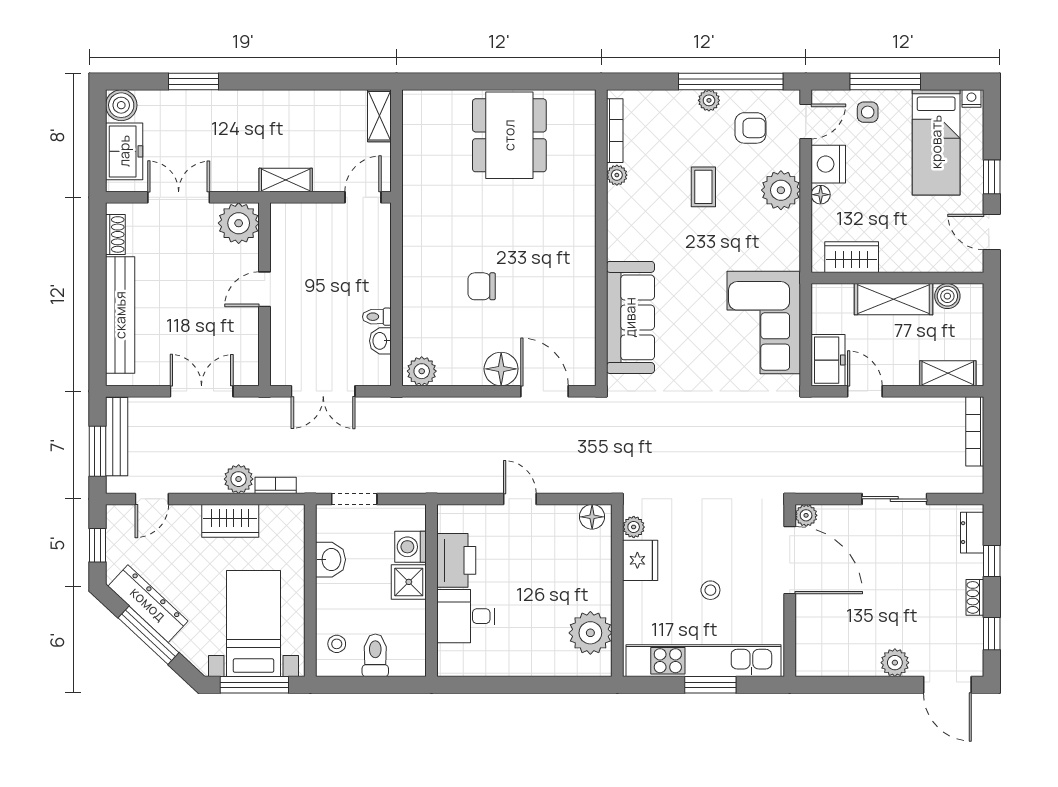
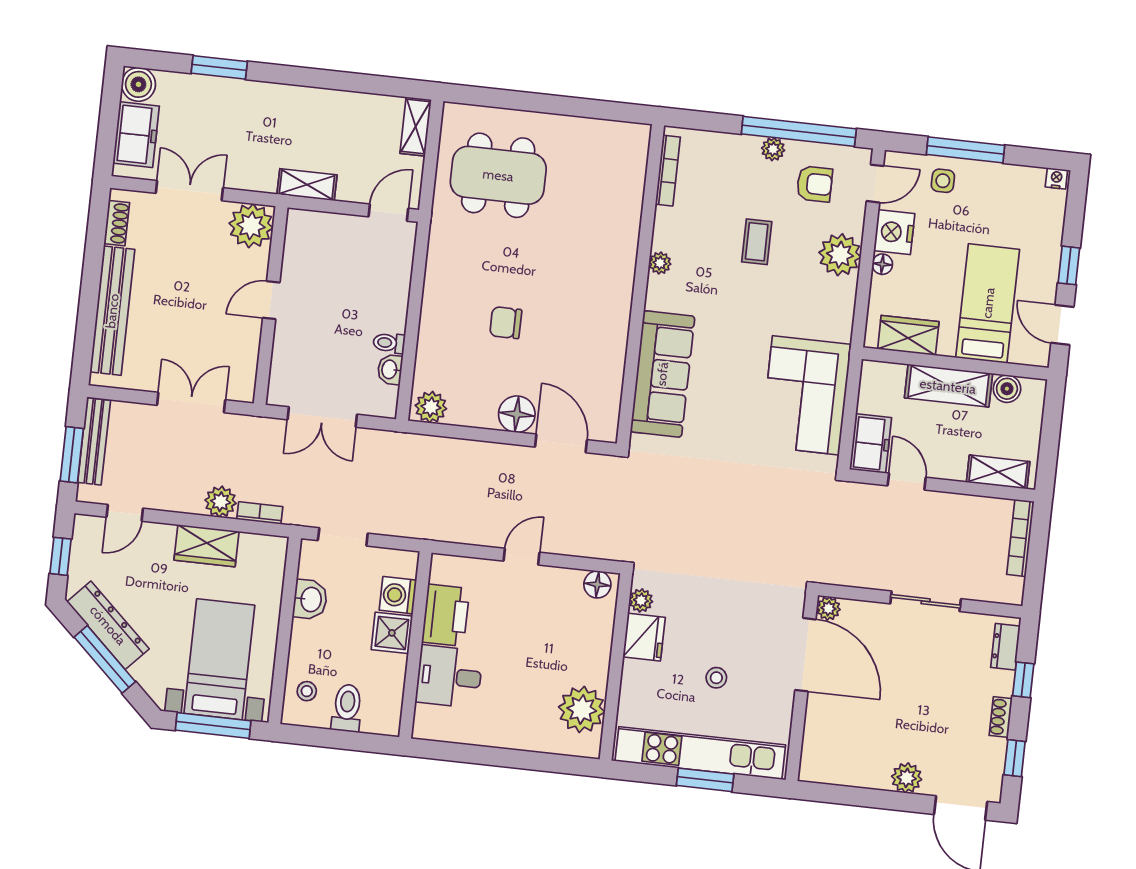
dining table: (509, 135) -> (498, 175), moved, turned 90
bed: (936, 142) -> (988, 303), moved, turned 180
plant: (617, 175) -> (660, 263), moved
door: (520, 499) -> (522, 557), hinge flipped

